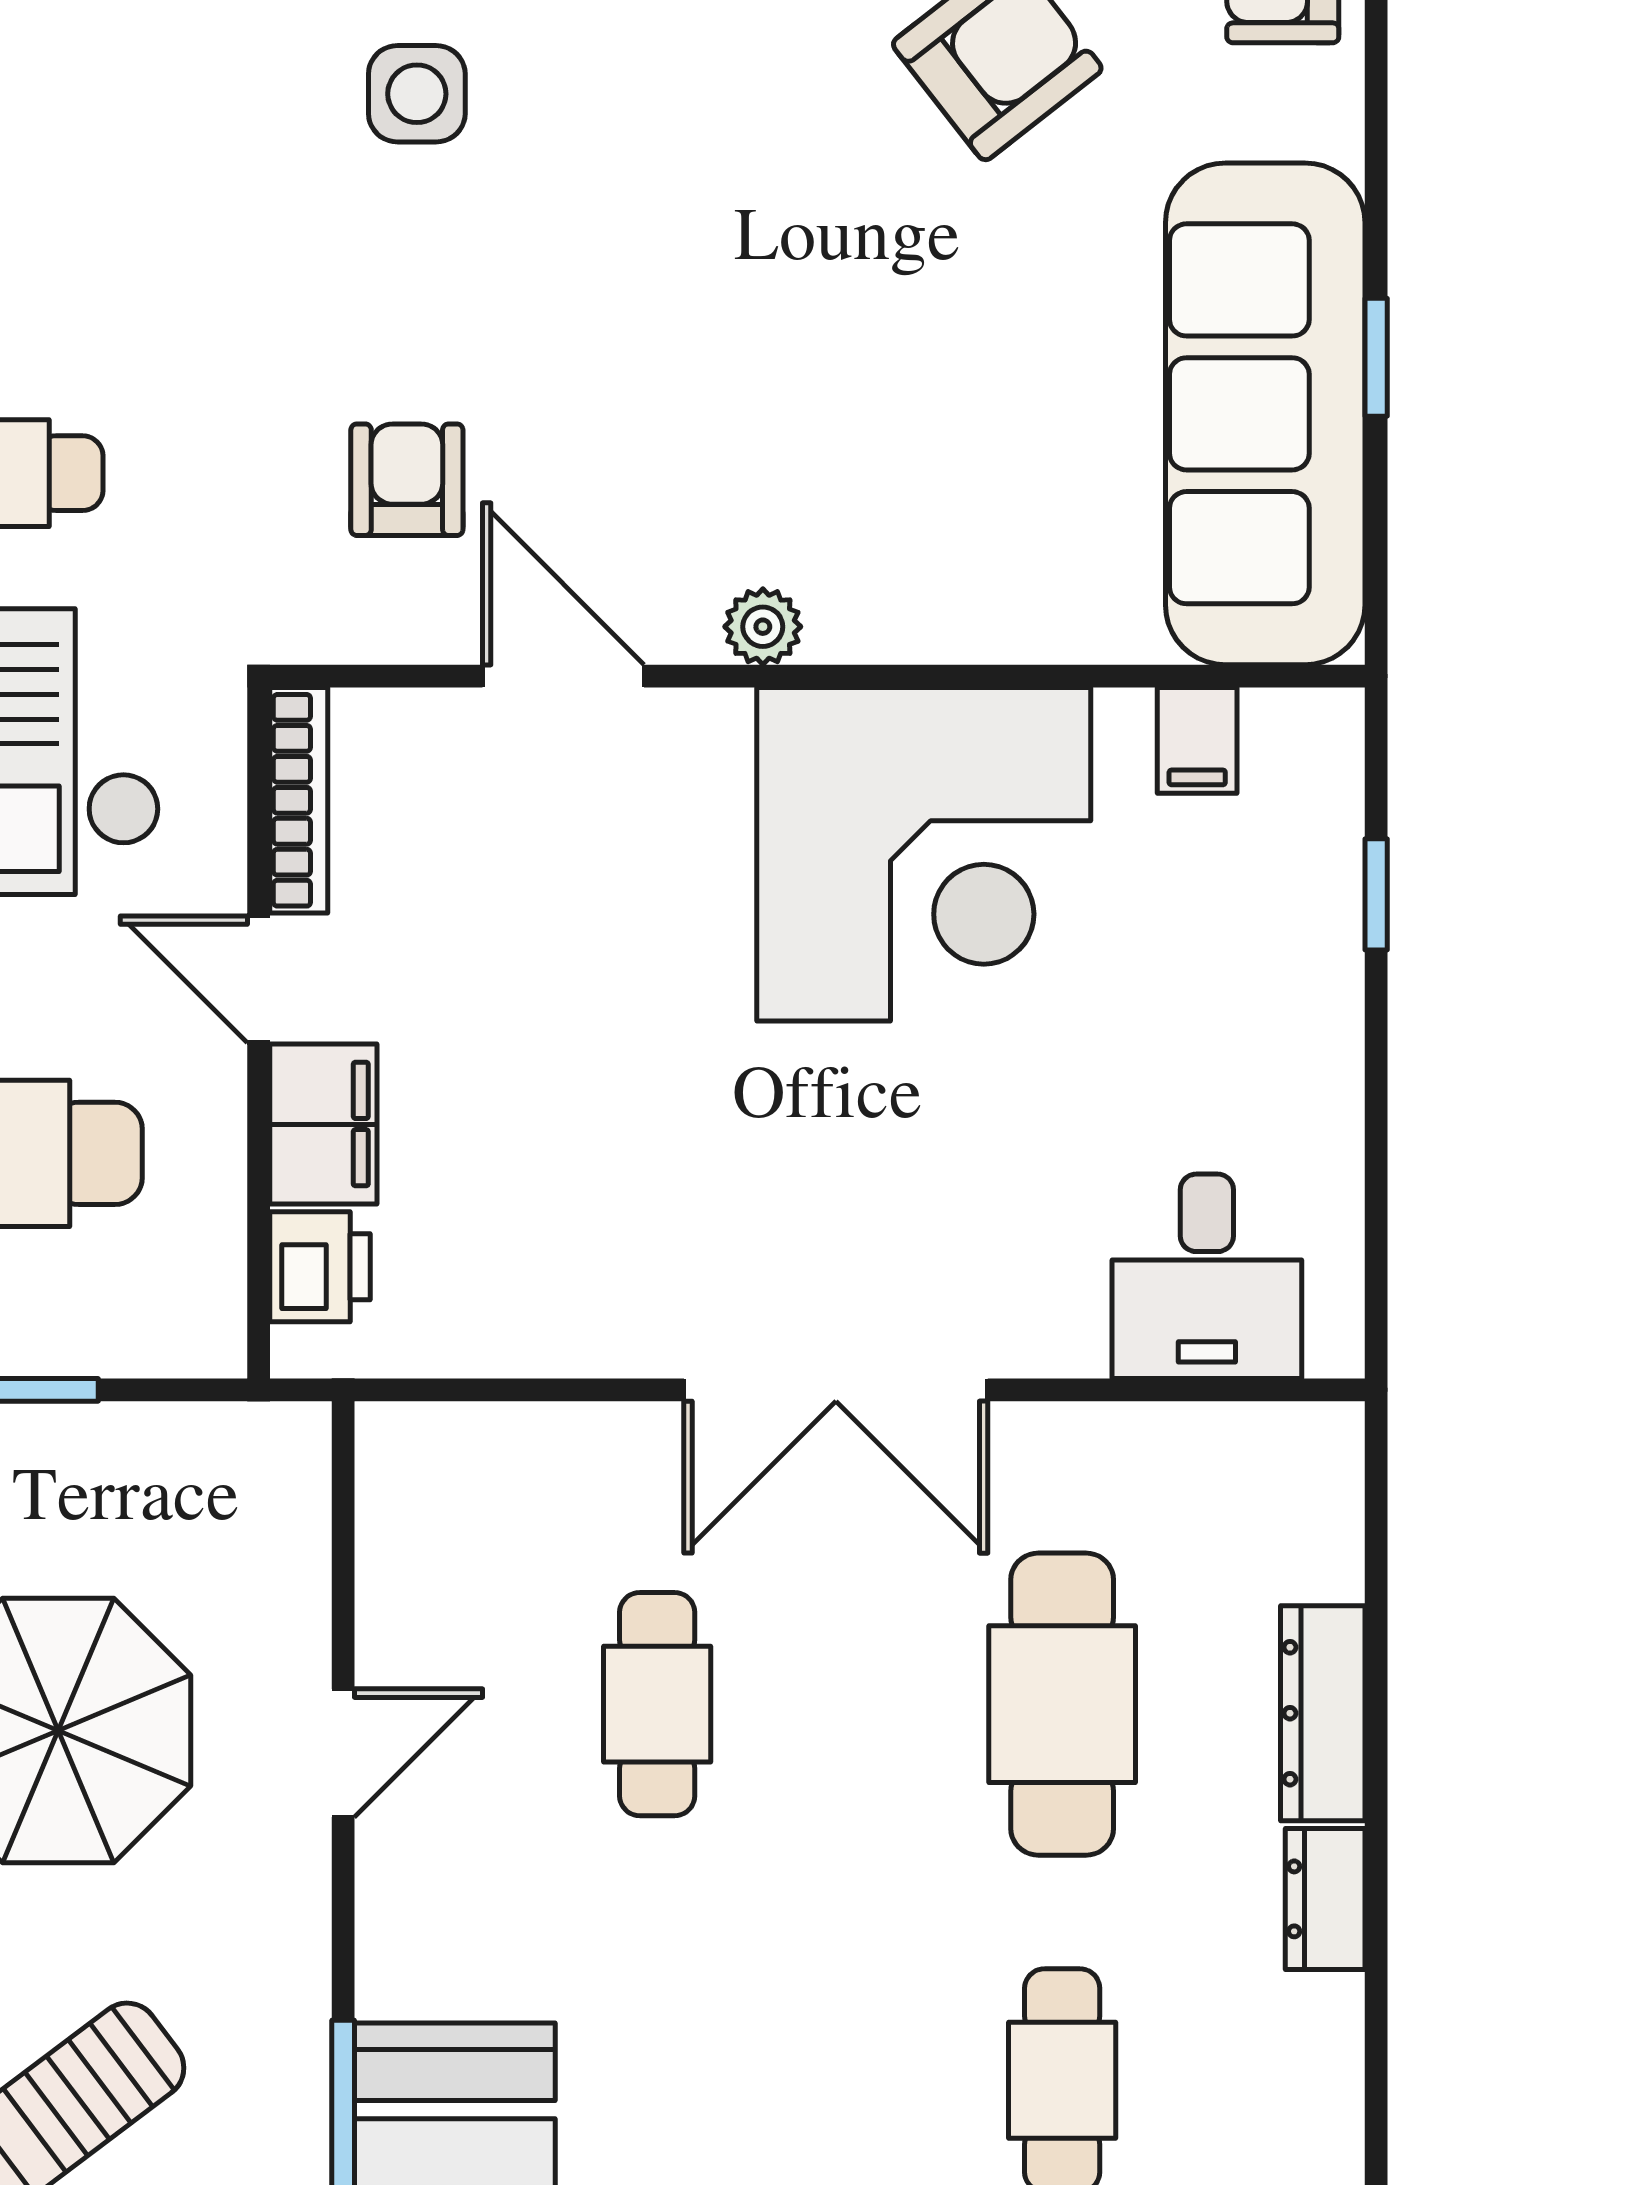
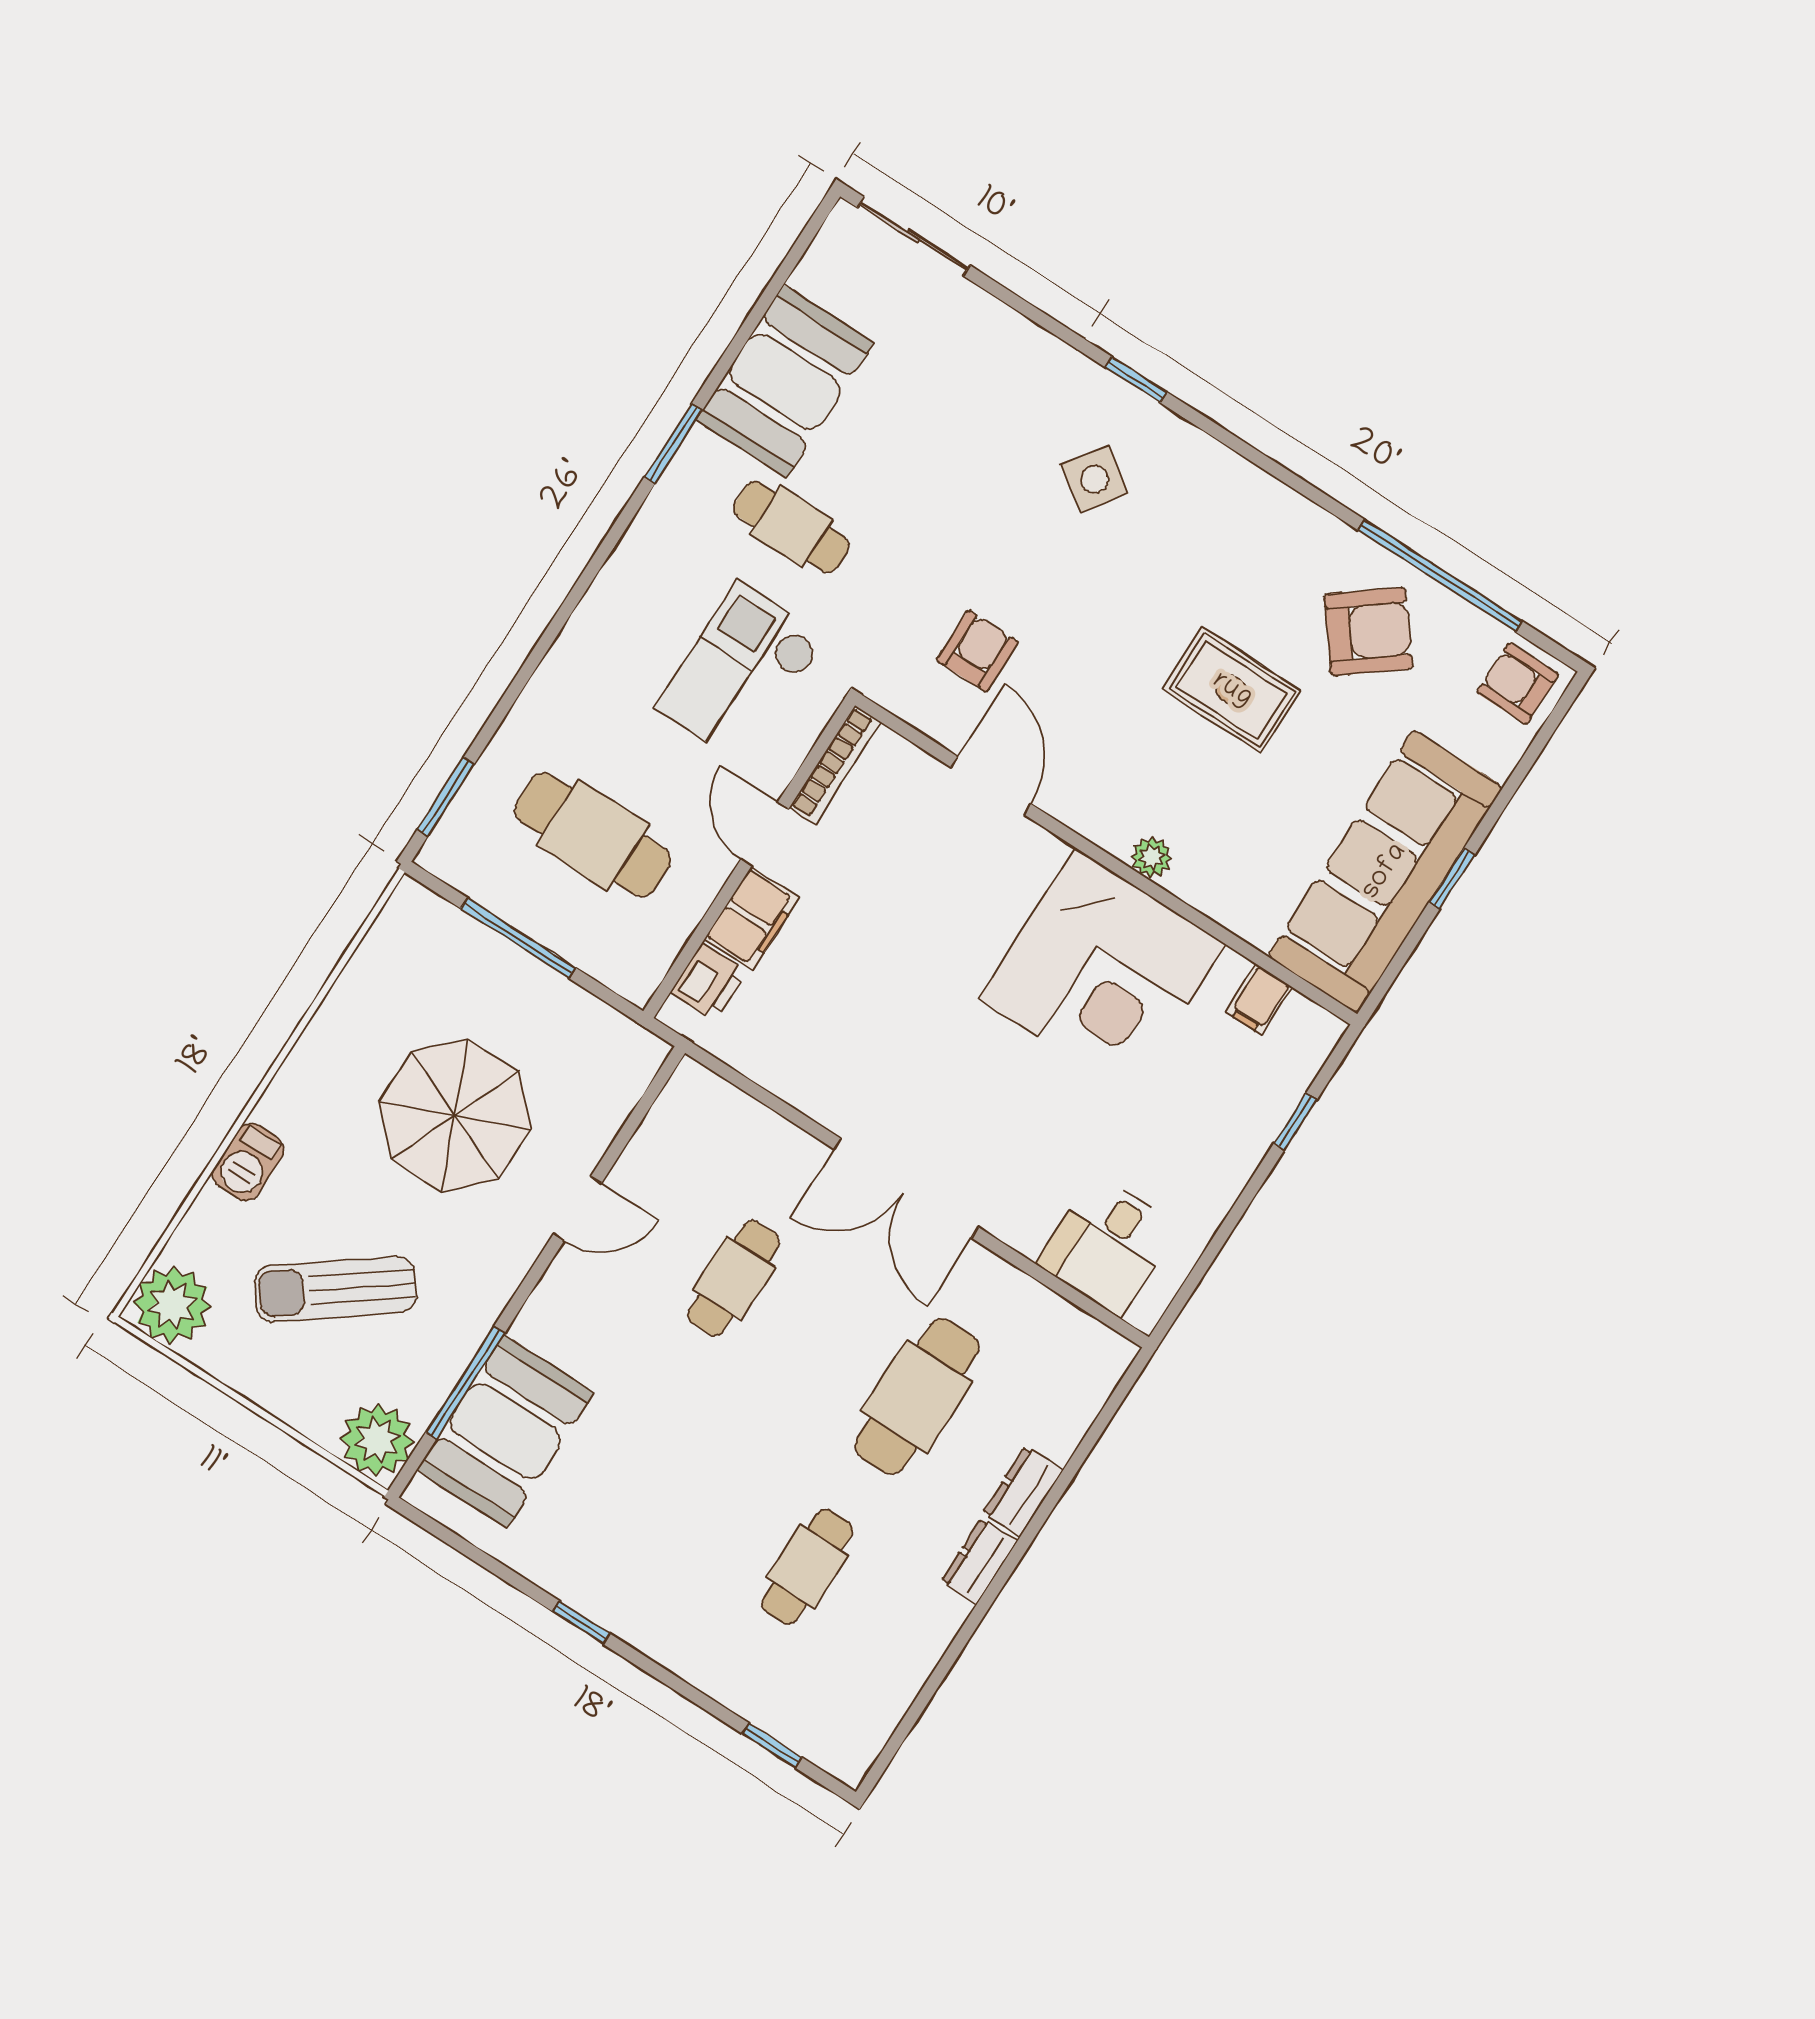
side table: (417, 94) -> (1095, 479), turned 35
rug: (843, 285) -> (1232, 690), added
plant: (763, 627) -> (1151, 857), moved
dresser: (1323, 1713) -> (1023, 1491), width x0.70

